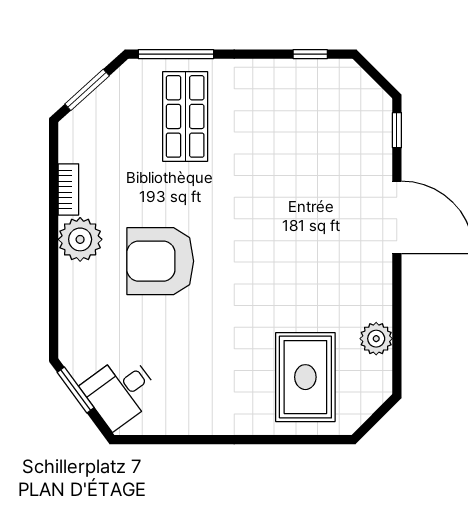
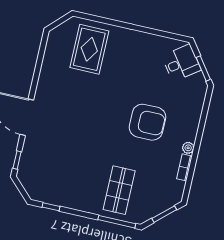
plant: (80, 239) -> (188, 148), width x0.53, depth x0.53
plant: (376, 339) -> (50, 60), removed

